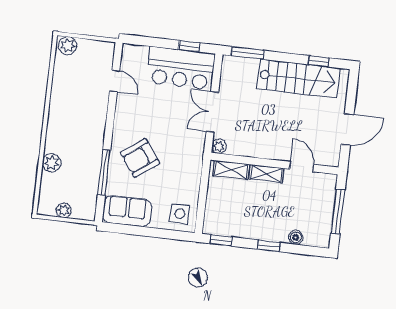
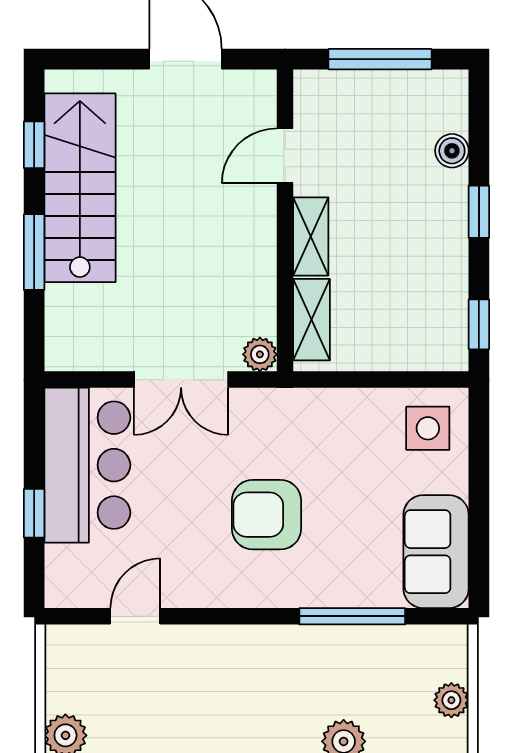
window: (189, 46) -> (34, 513), moved
window: (248, 53) -> (34, 252), moved
armchair: (140, 158) -> (267, 515), moved, turned 126

